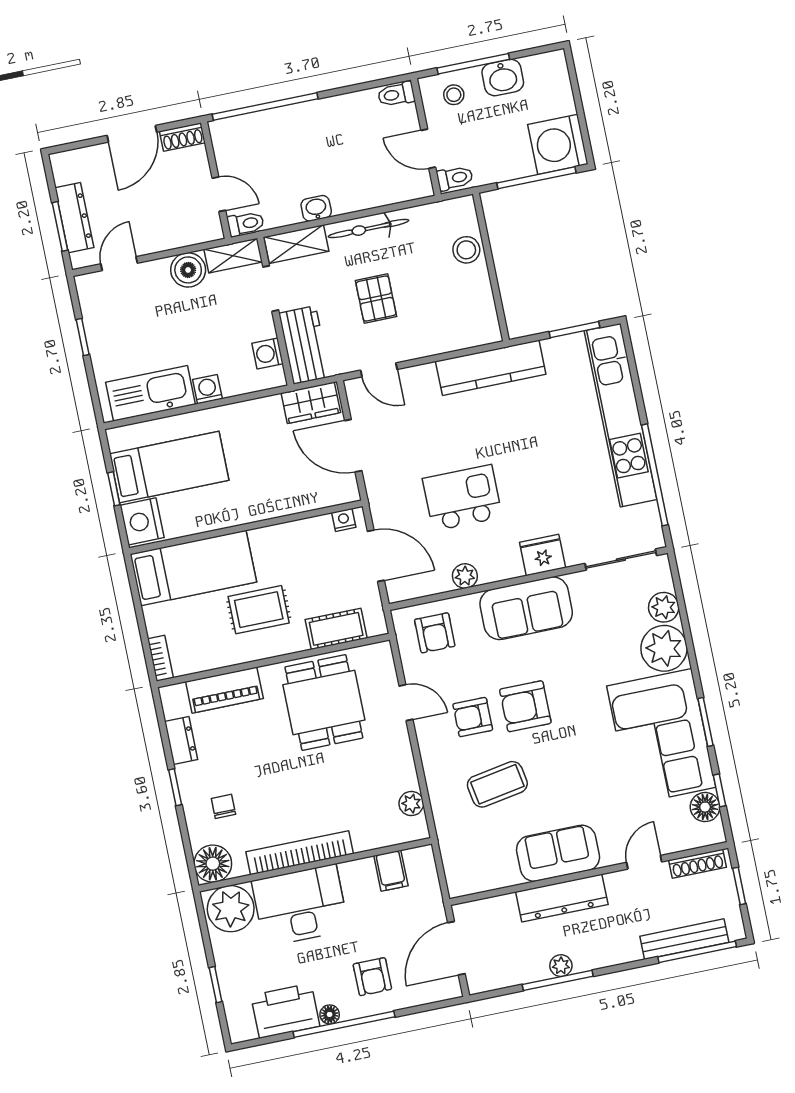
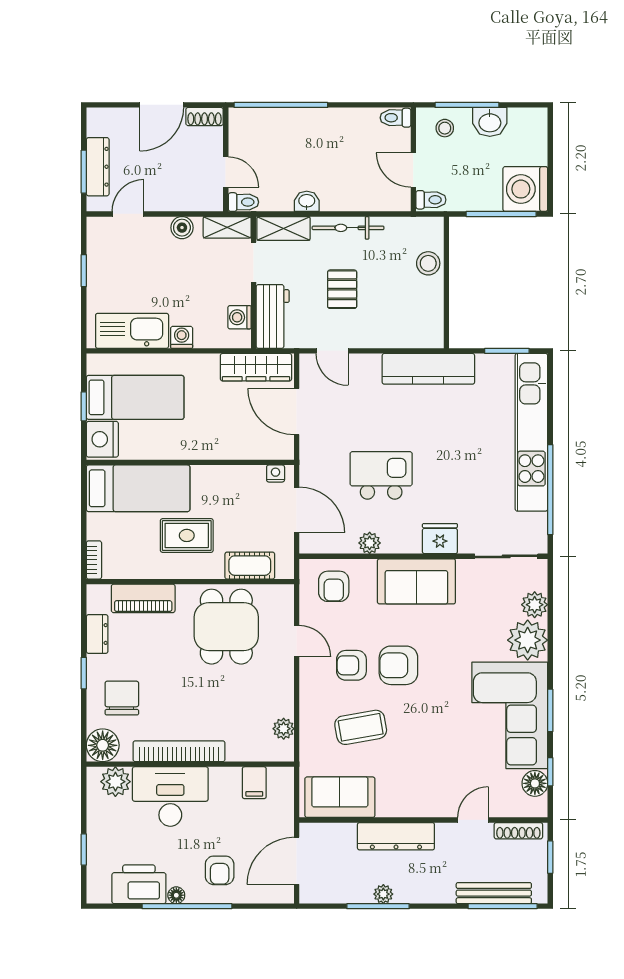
boiler: (188, 270) -> (182, 228), width x0.73, depth x0.73
wardrobe: (311, 403) -> (256, 367), width x1.50
chair: (223, 806) -> (122, 698), width x1.87, depth x1.87
sofa: (558, 853) -> (340, 797), moved
plant: (231, 909) -> (115, 782), width x0.73, depth x0.73

